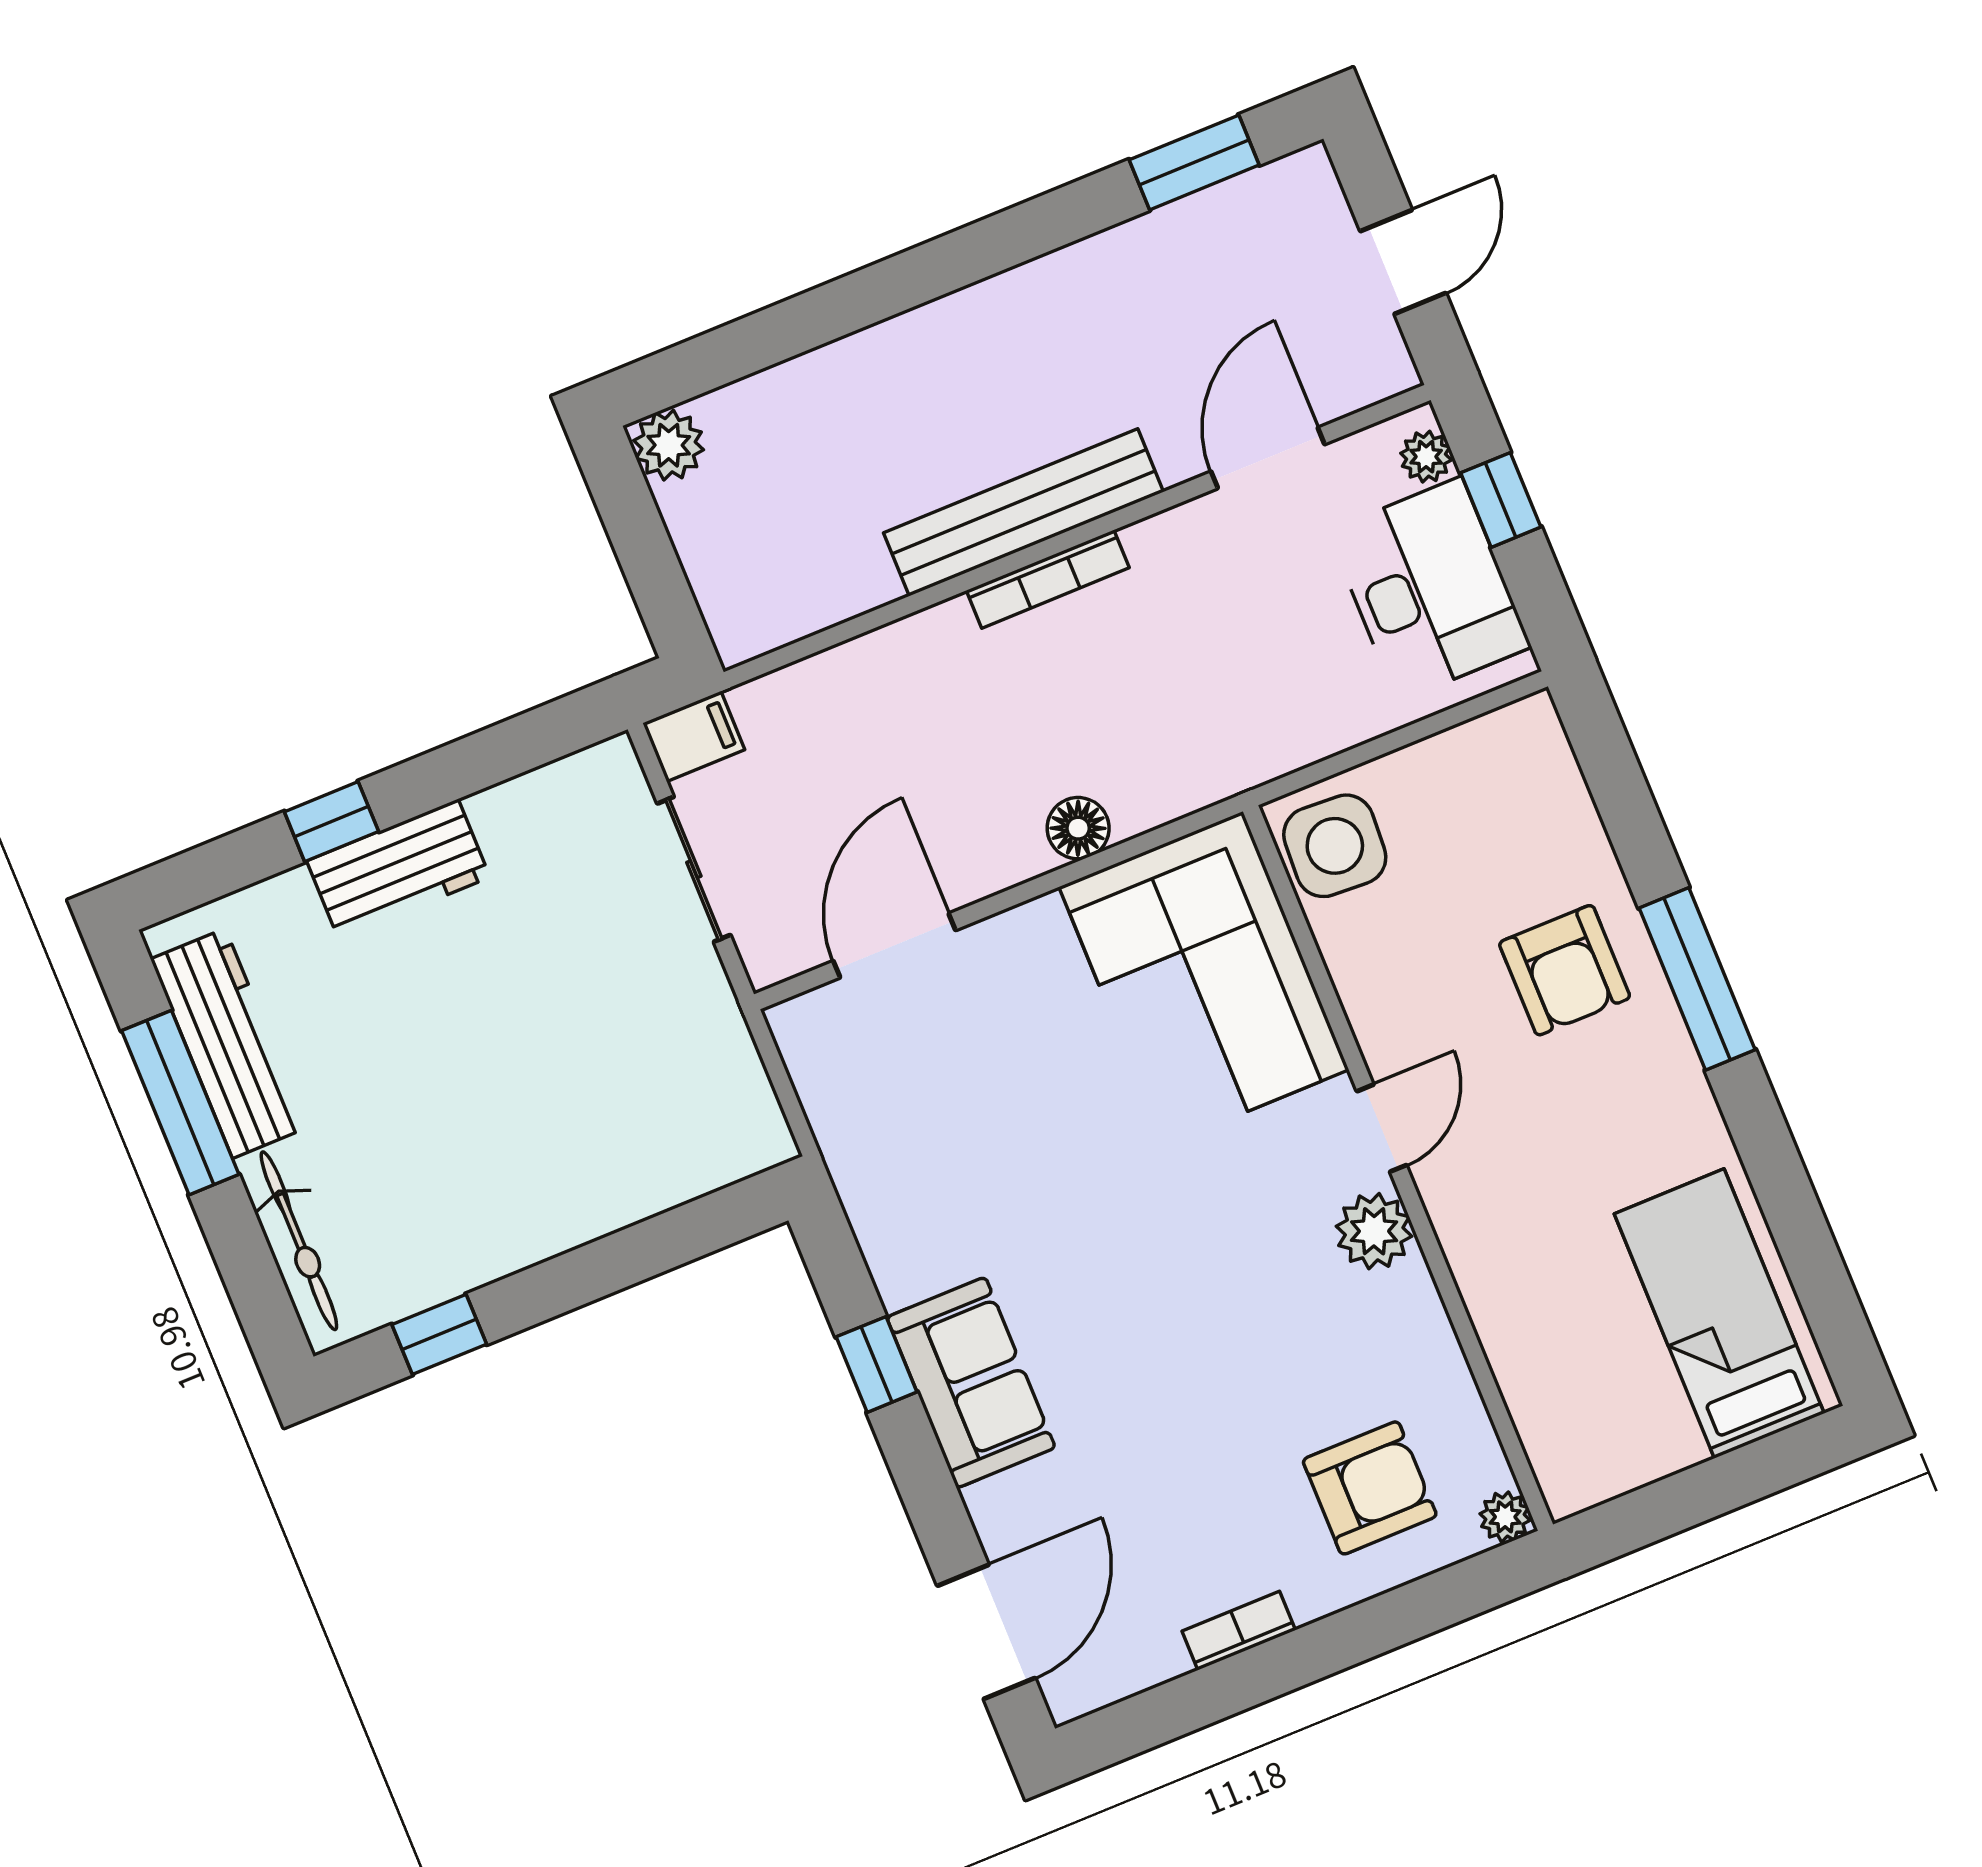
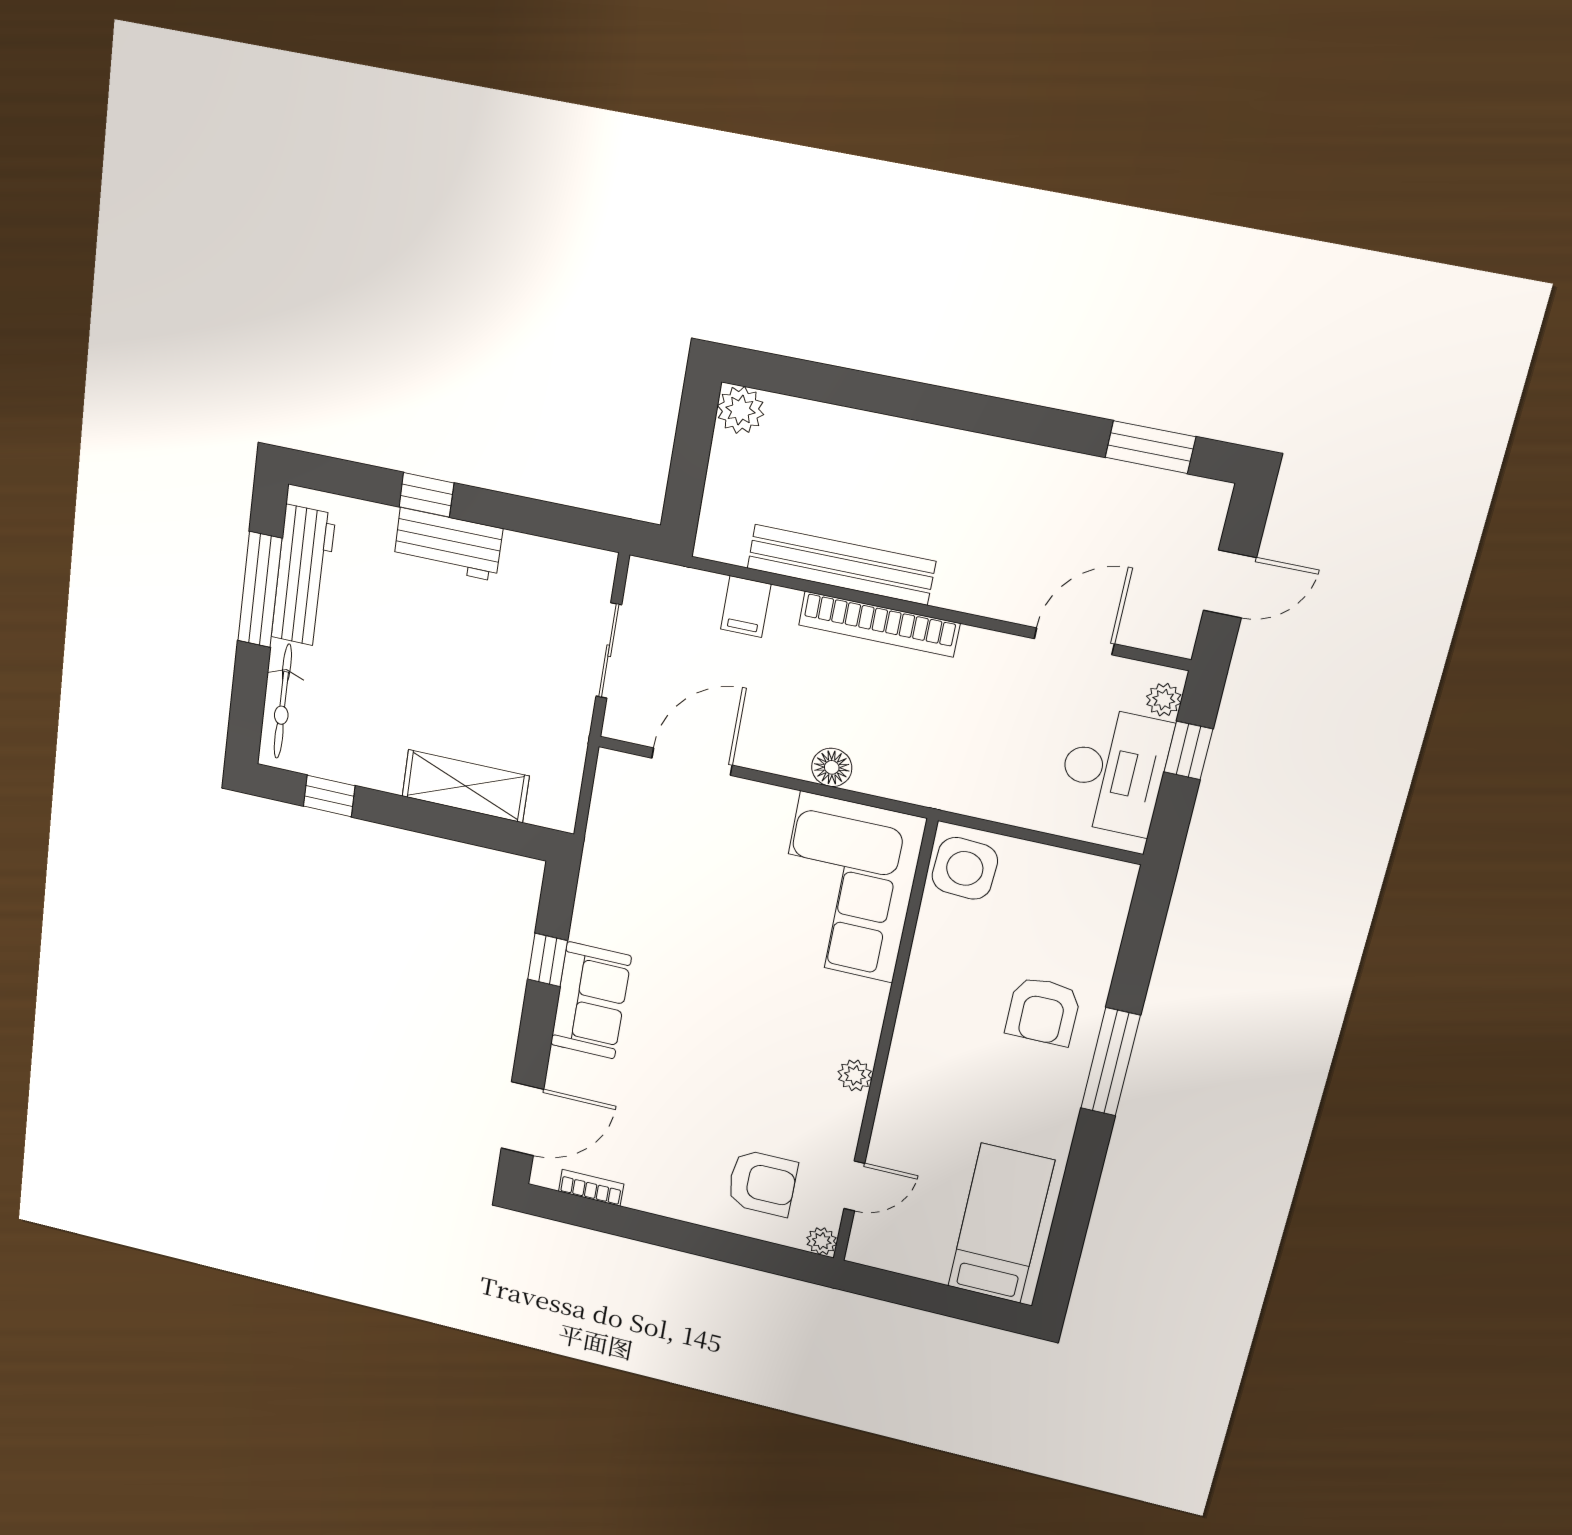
bench: (1024, 512) -> (841, 565), moved
bookcase: (1048, 579) -> (879, 624), width x1.48, depth x1.31
filing cabinet: (694, 736) -> (746, 607), moved, turned 90
door: (1382, 1128) -> (854, 1186), moved
shelving: (617, 1189) -> (466, 786), added
plant: (1374, 1231) -> (855, 1075), width x0.73, depth x0.73
bookcase: (1239, 1631) -> (591, 1188), moved

